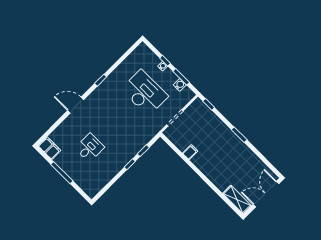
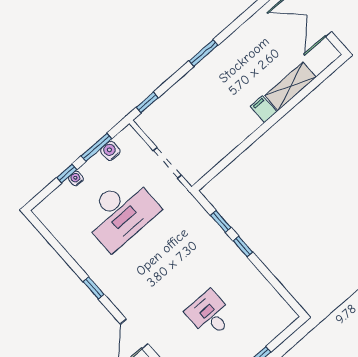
desk: (145, 93) -> (120, 213), turned 180
filing cabinet: (190, 152) -> (264, 109), moved
shelving: (237, 200) -> (290, 86), moved

